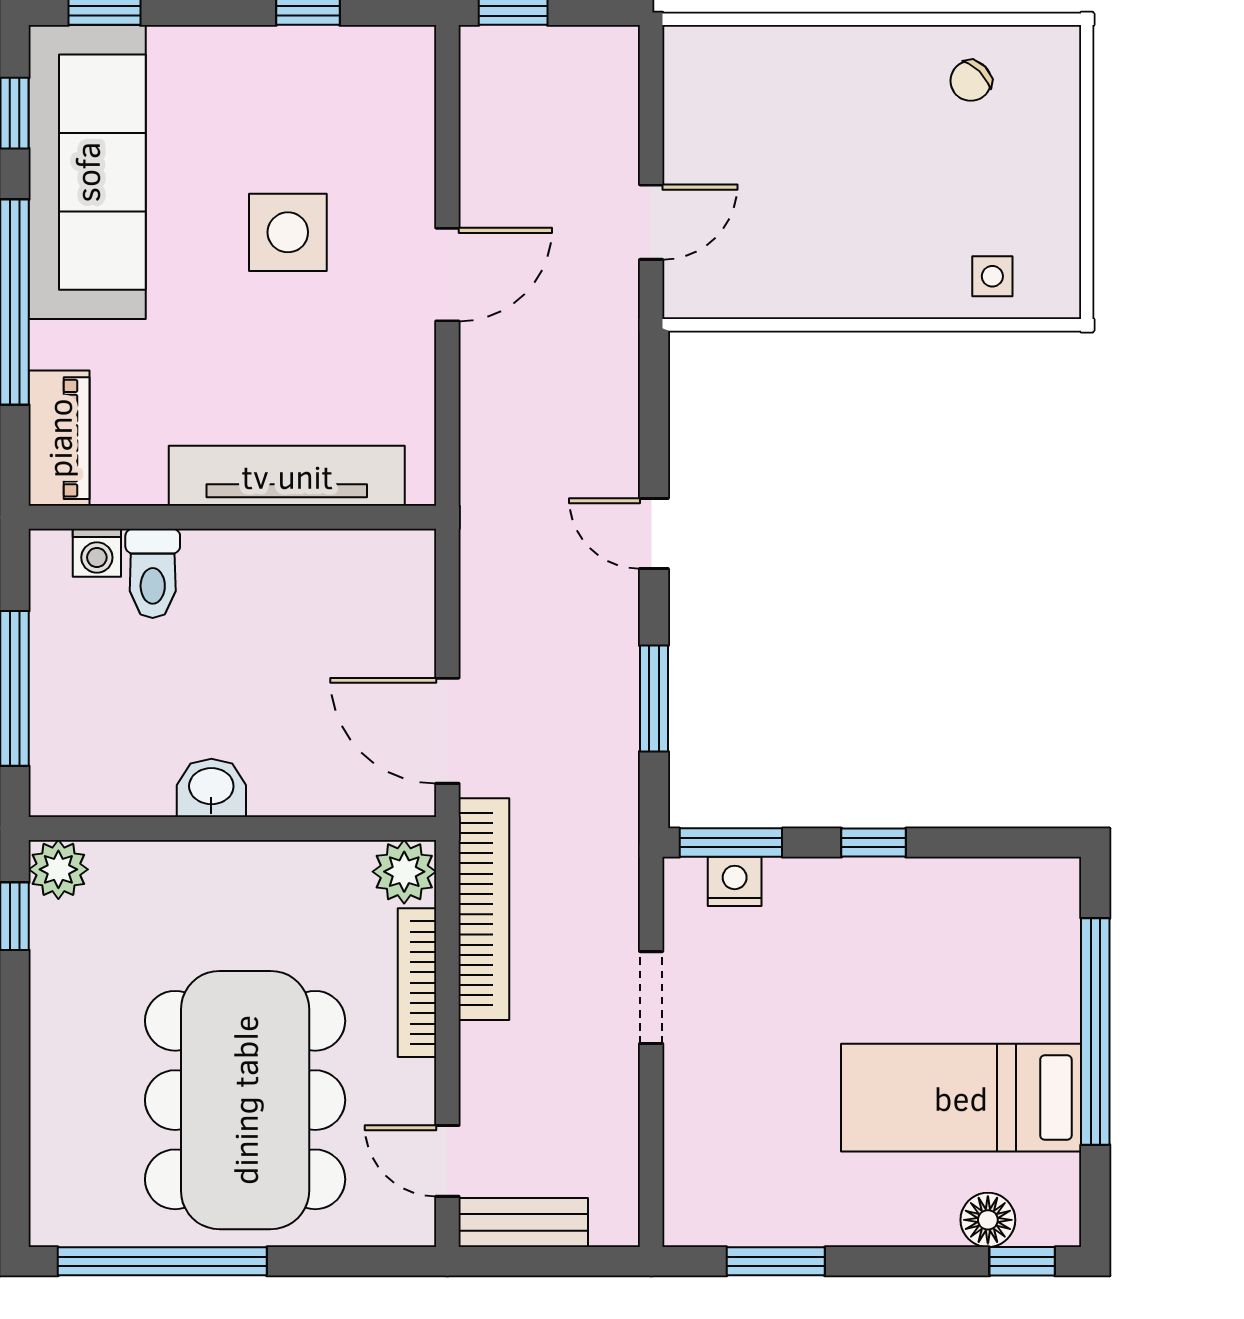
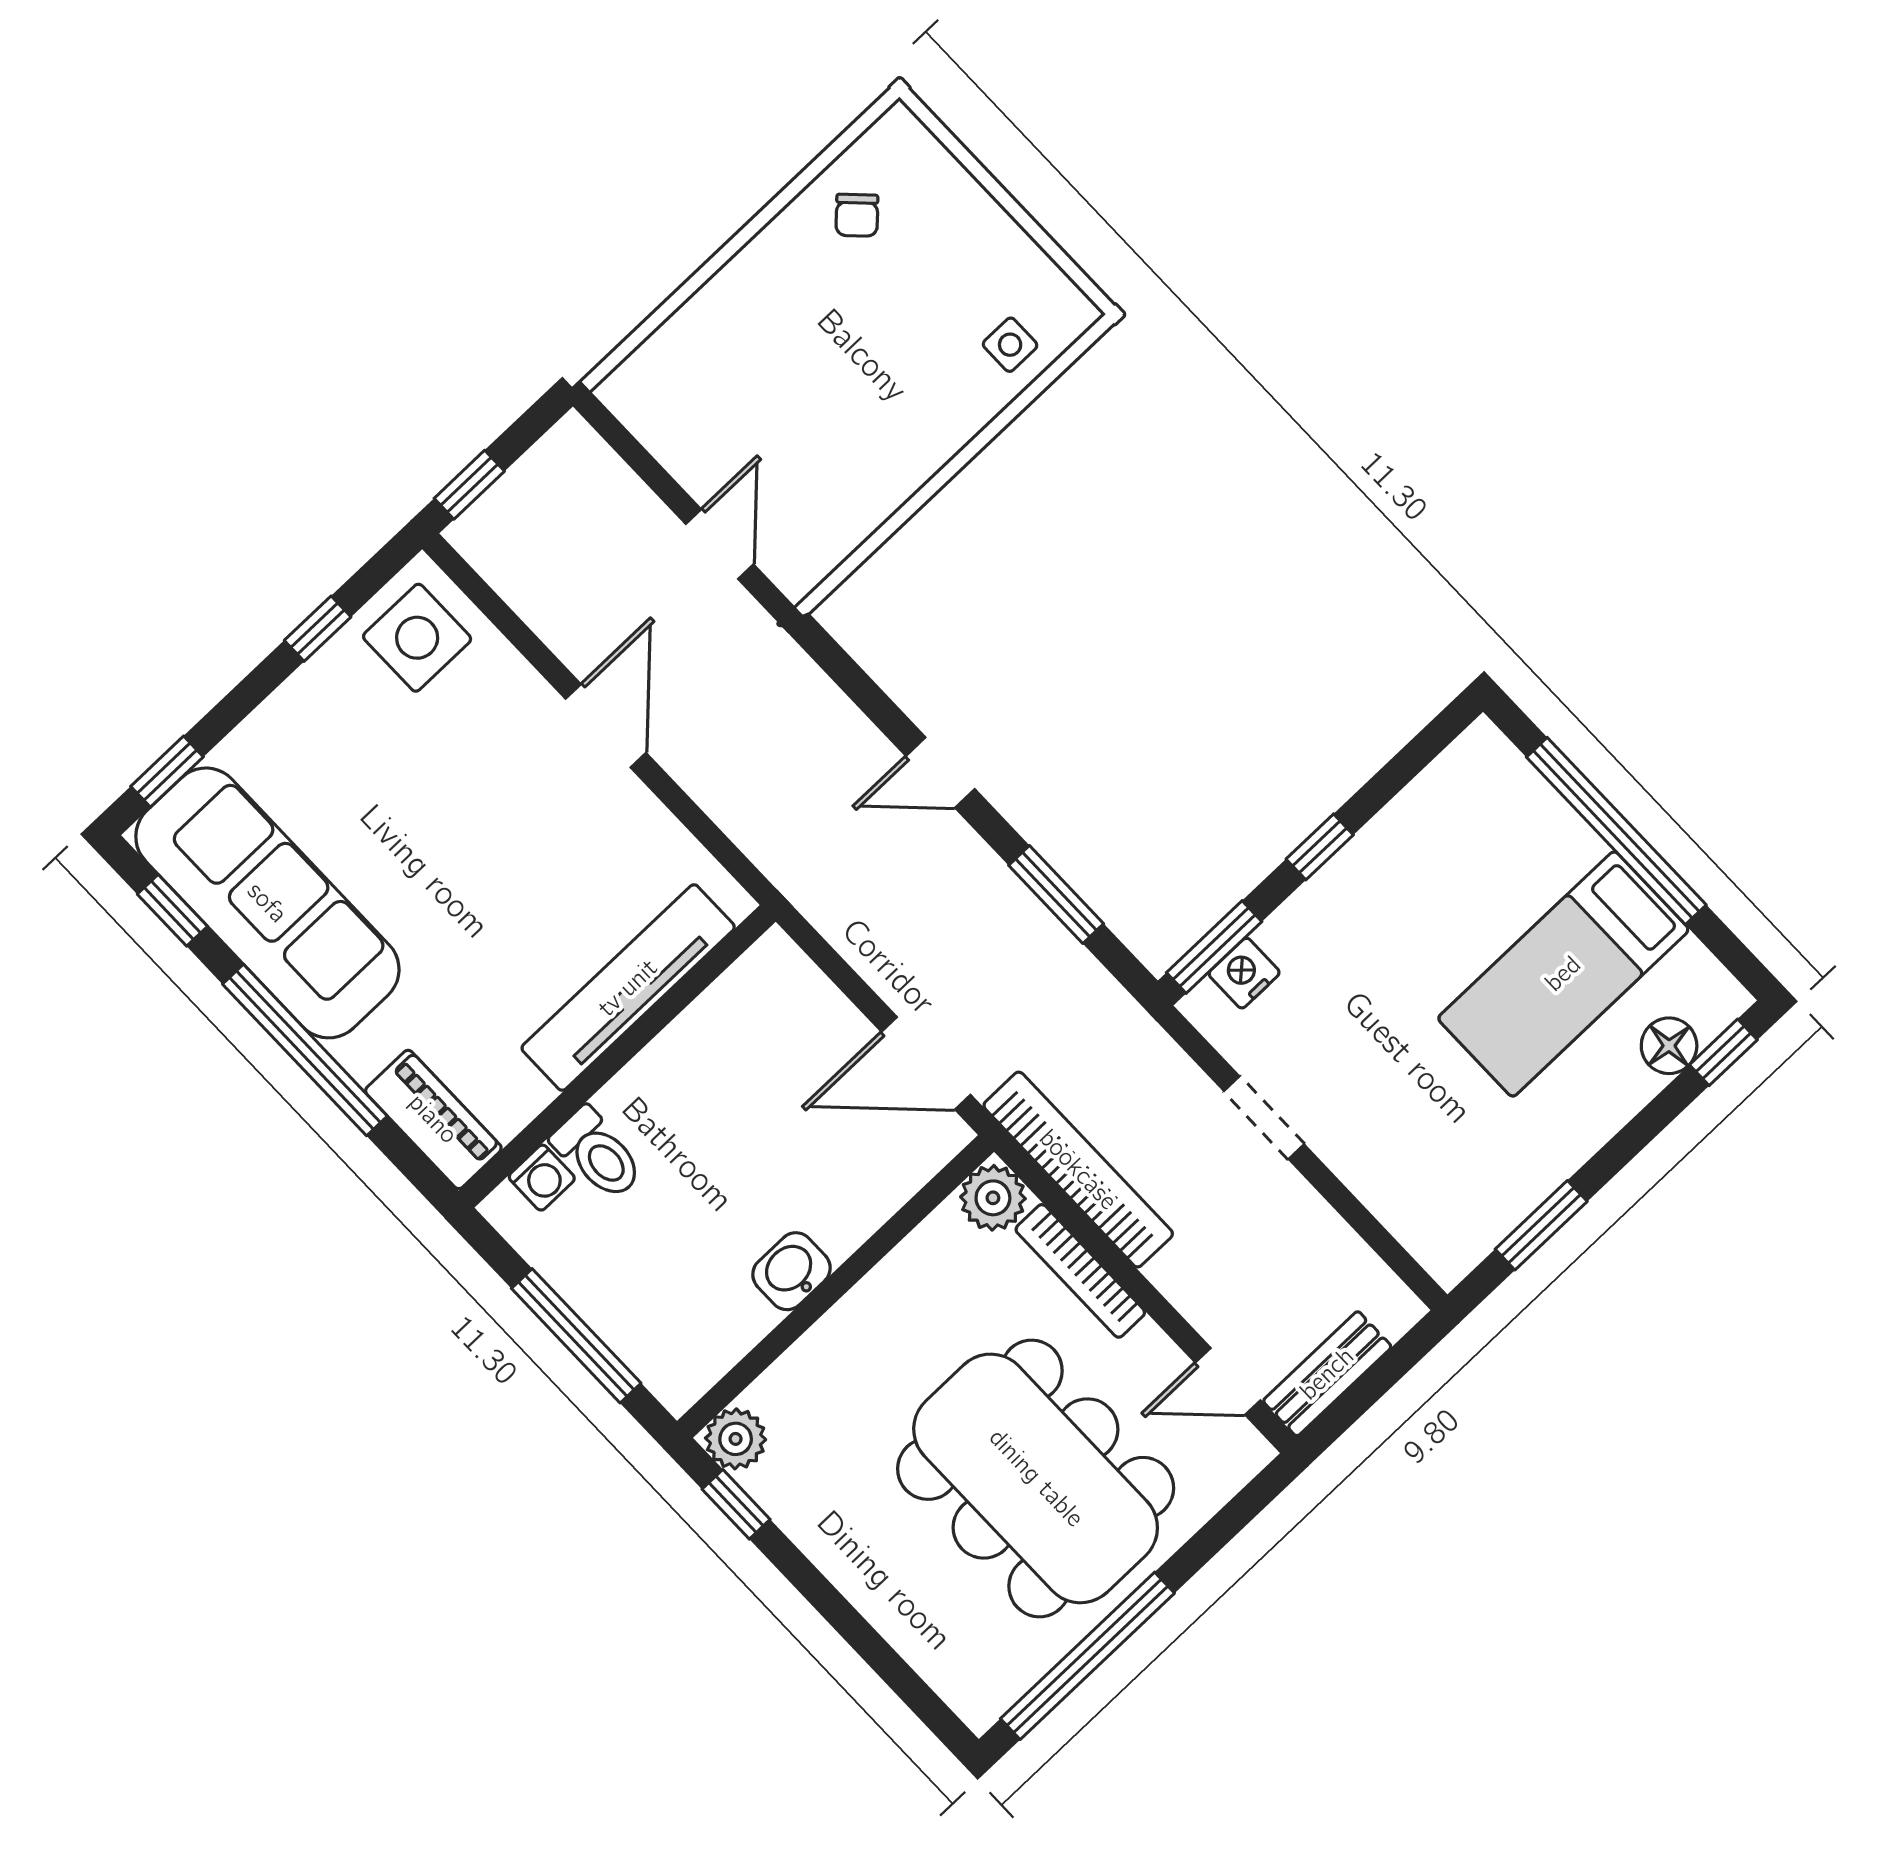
side table: (288, 232) -> (417, 638), moved

